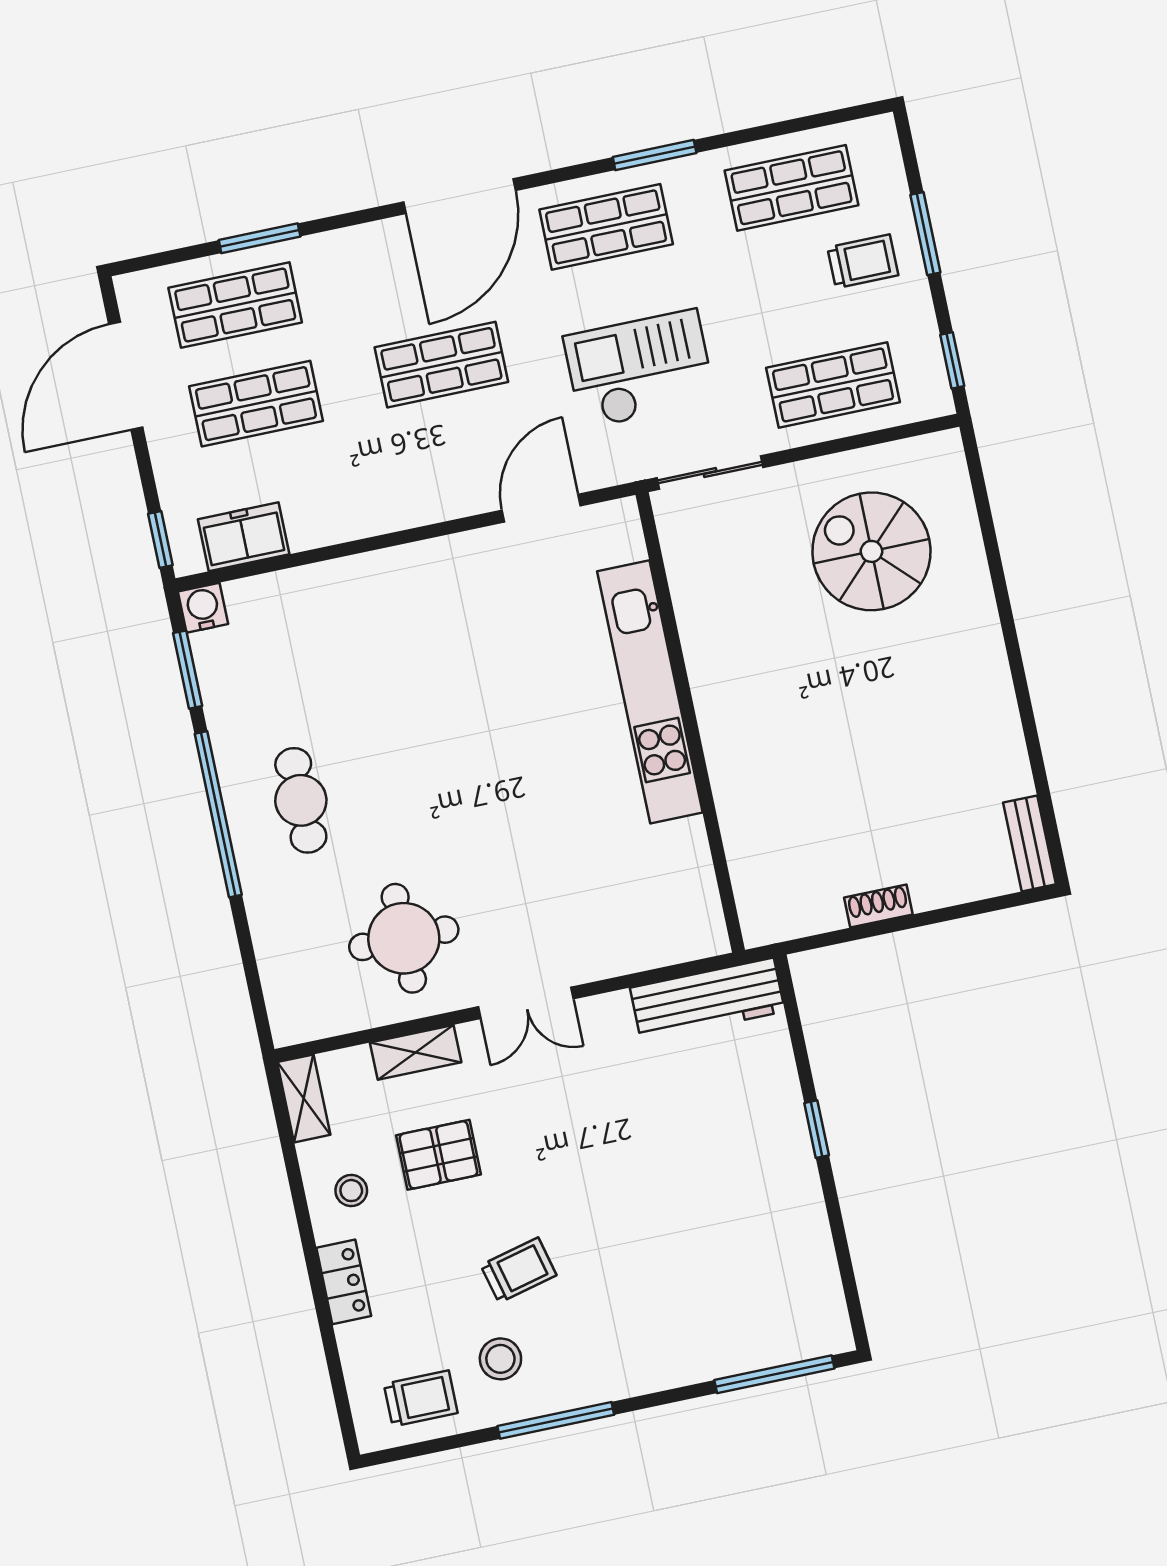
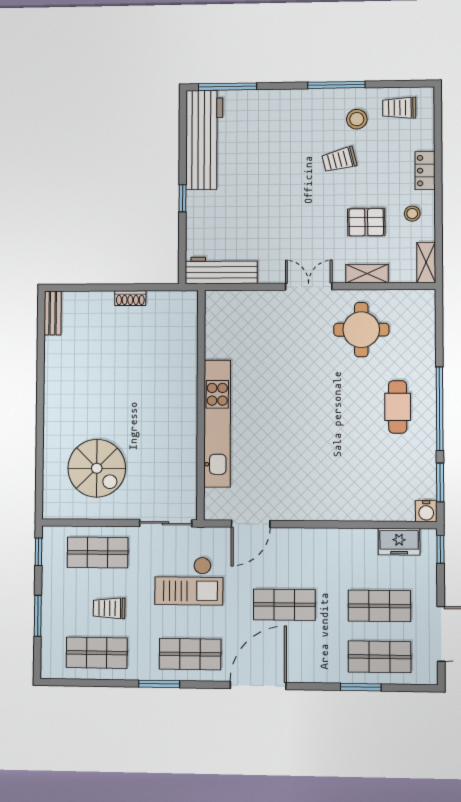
trolley: (863, 261) -> (109, 608), moved
workbench: (798, 1257) -> (204, 140), added

